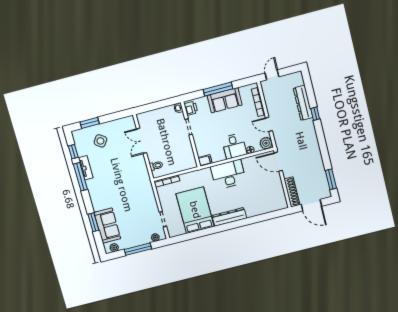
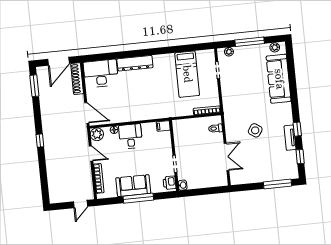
dresser: (303, 103) -> (53, 170), removed
window: (315, 114) -> (40, 141), moved
window: (90, 123) -> (278, 184), width x1.44
side table: (100, 141) -> (255, 130), moved
desk: (228, 174) -> (101, 73), moved, turned 180
window: (80, 177) -> (297, 129), width x0.46
door: (311, 205) -> (59, 61), swing flipped
bed: (195, 210) -> (187, 74), width x0.67
dresser: (229, 217) -> (135, 63), moved
window: (93, 222) -> (292, 78), removed
sofa: (107, 226) -> (279, 79), width x1.36

